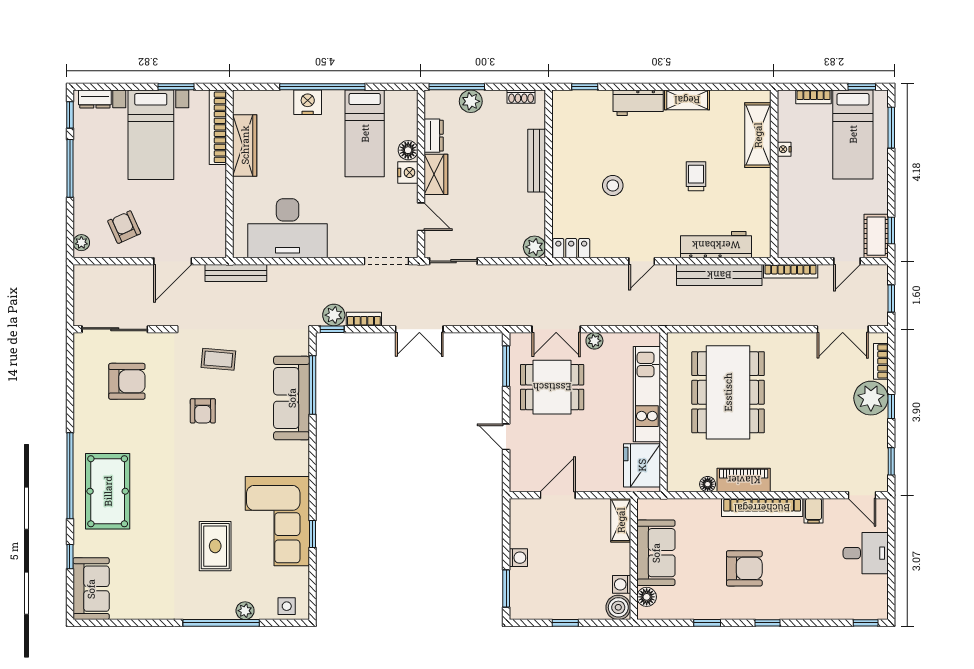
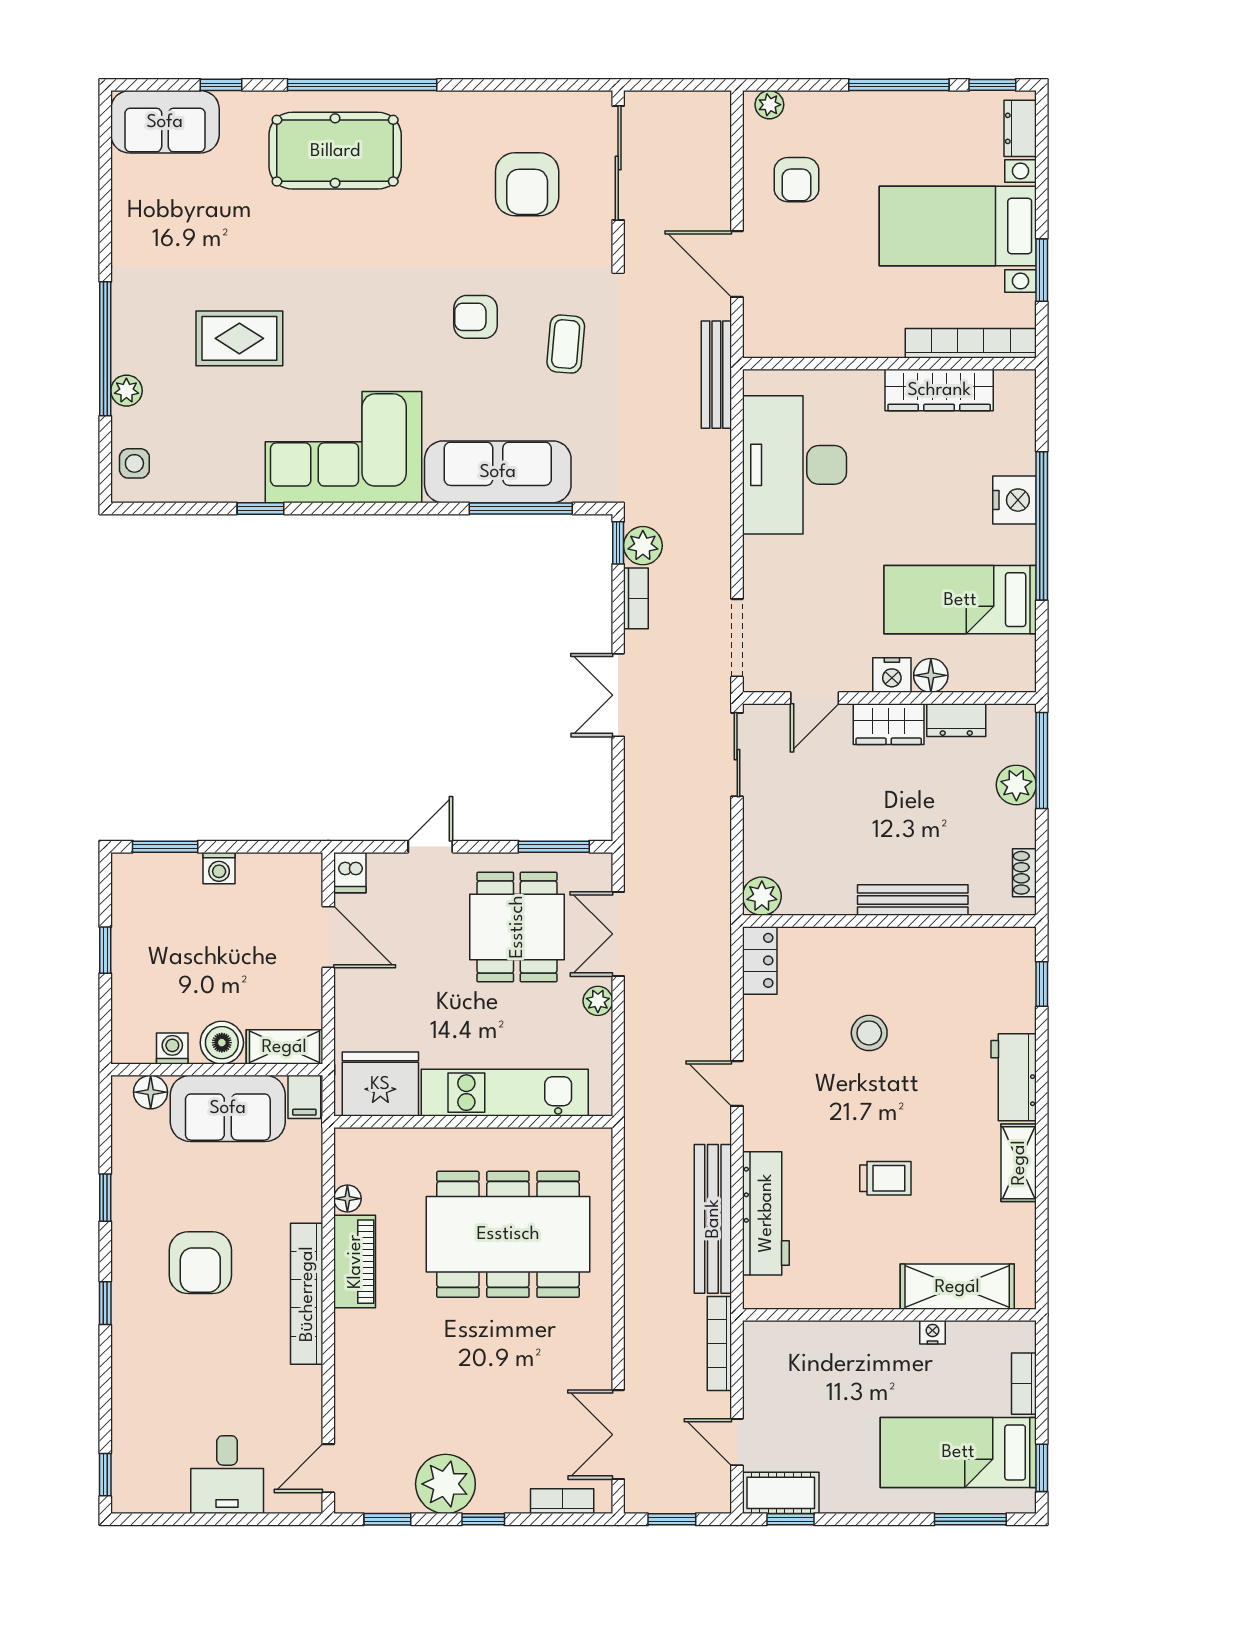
armchair: (124, 227) -> (797, 180), turned 114
plant: (871, 398) -> (445, 1484), moved
dishwasher: (521, 483) -> (350, 873), added
filing cabinet: (814, 511) -> (304, 1097), moved, turned -90
corner sofa: (277, 521) -> (343, 447), moved
boiler: (618, 607) -> (222, 1043), moved

